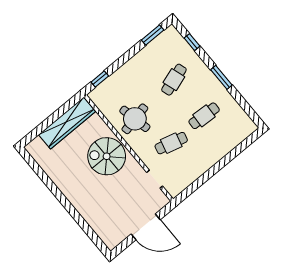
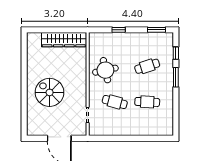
window: (221, 77) -> (176, 77), moved
window: (100, 79) -> (119, 30), moved
spiral stairs: (107, 156) -> (50, 92), moved

